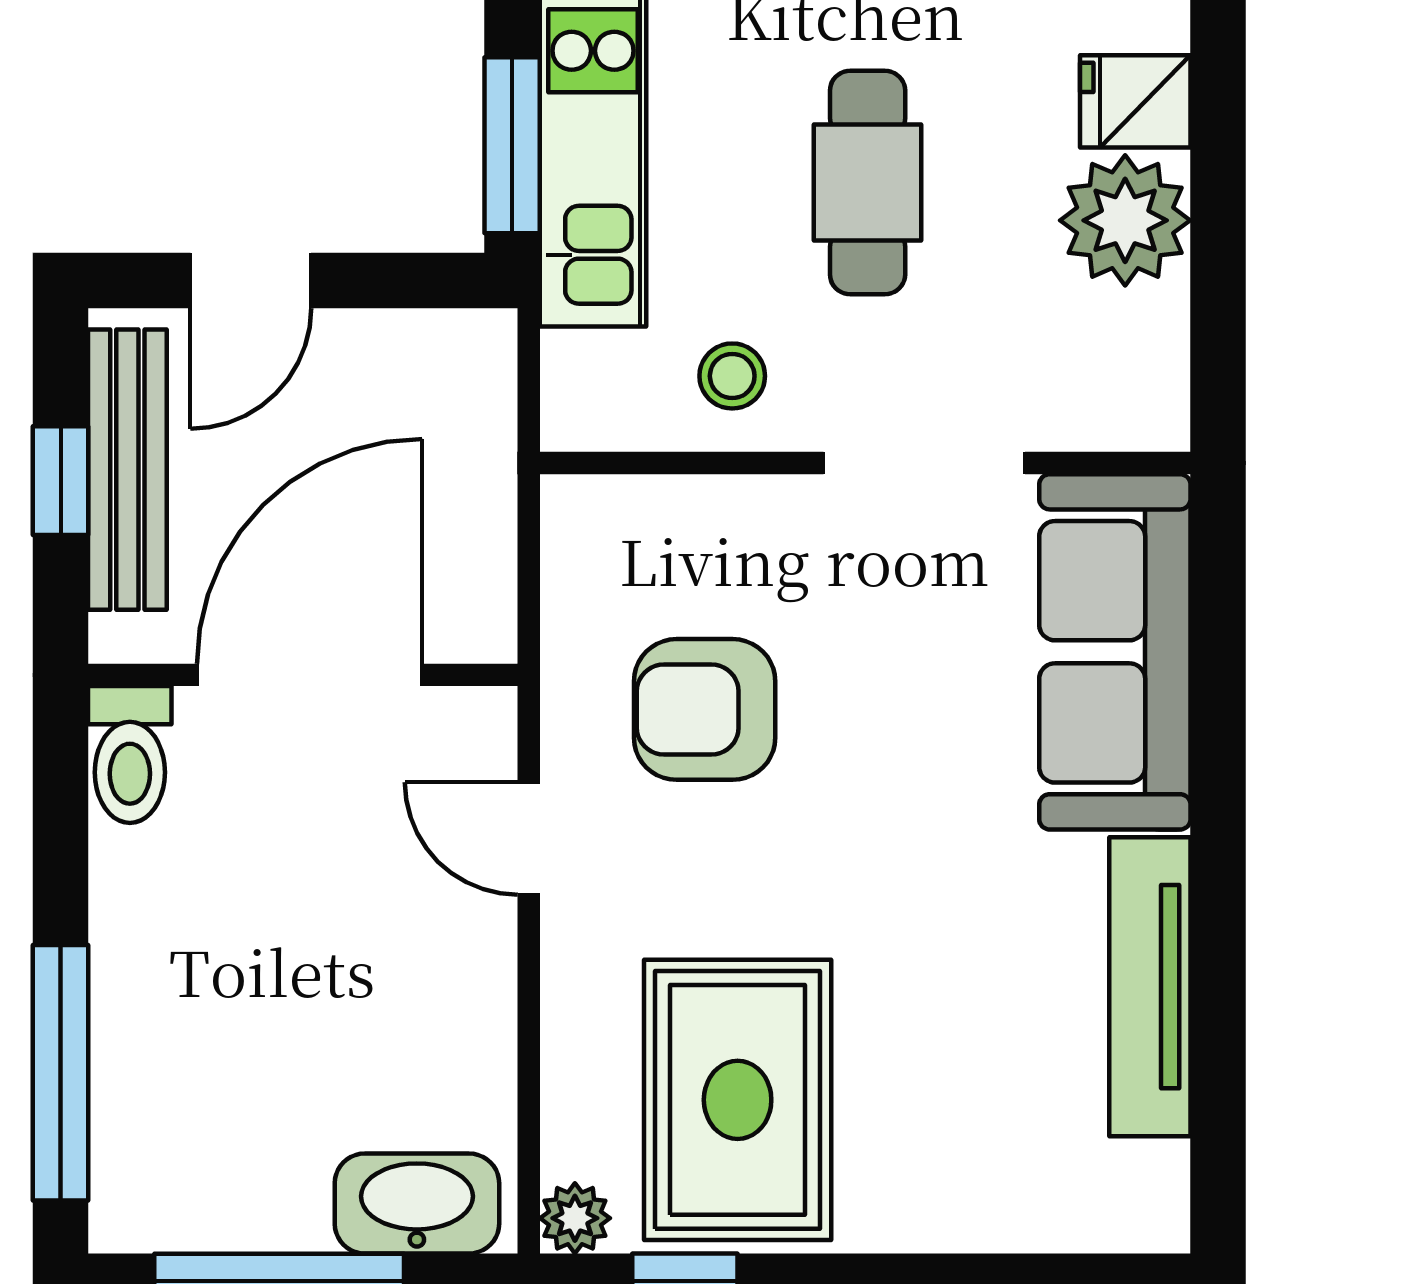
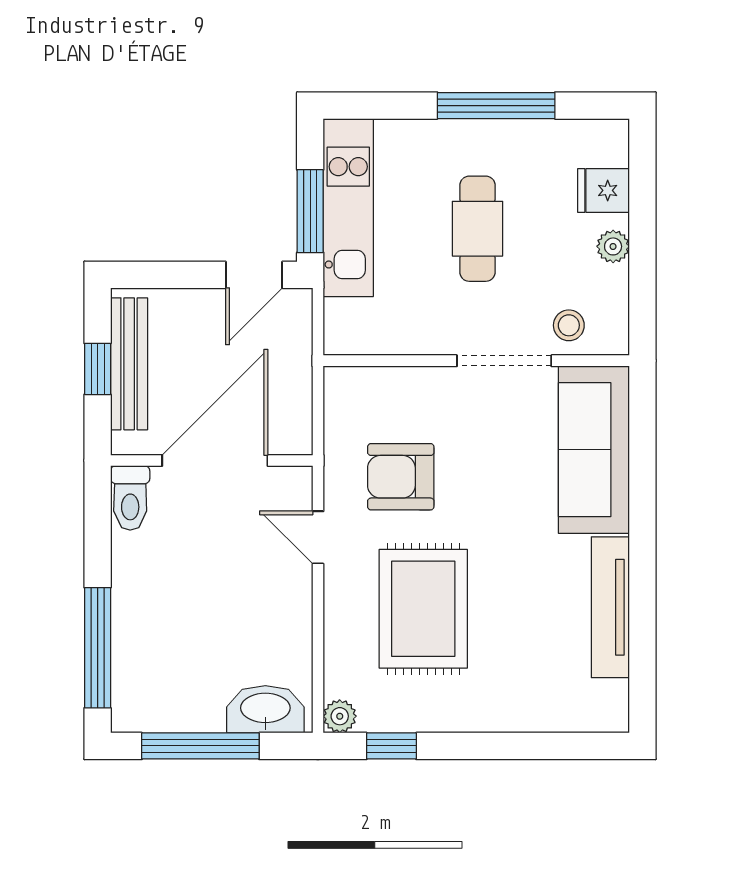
plant: (1125, 220) -> (613, 246), width x0.53, depth x0.53
door: (251, 280) -> (254, 275), moved
stool: (732, 376) -> (569, 325), moved
rug: (738, 1100) -> (423, 609), moved

